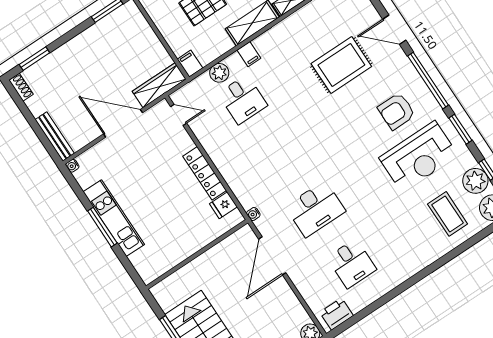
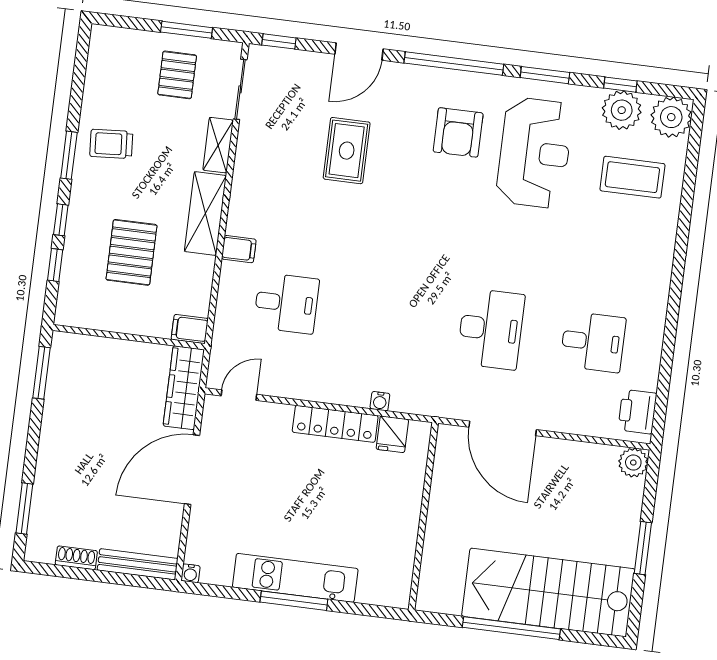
rug: (341, 65) -> (347, 151), width x0.73, depth x0.70
plant: (219, 73) -> (231, 304), removed
shoe rack: (21, 87) -> (76, 558), moved
water cooler: (253, 214) -> (380, 401), moved

